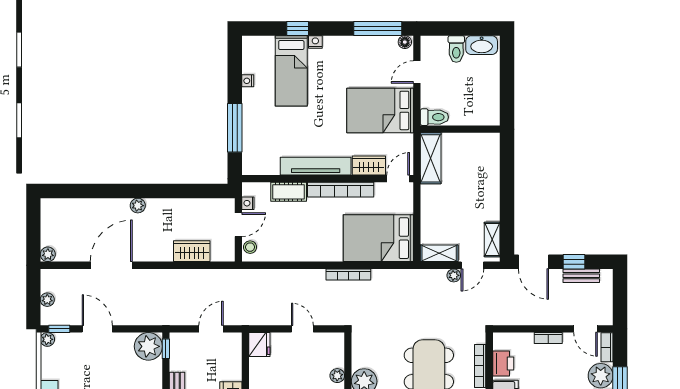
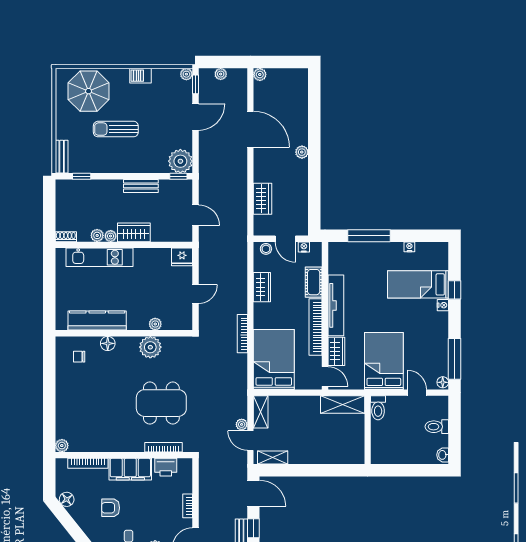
washbasin: (482, 45) -> (443, 455), width x0.52, depth x0.69
wardrobe: (294, 252) -> (262, 287), added
door: (533, 262) -> (253, 493), swing flipped

